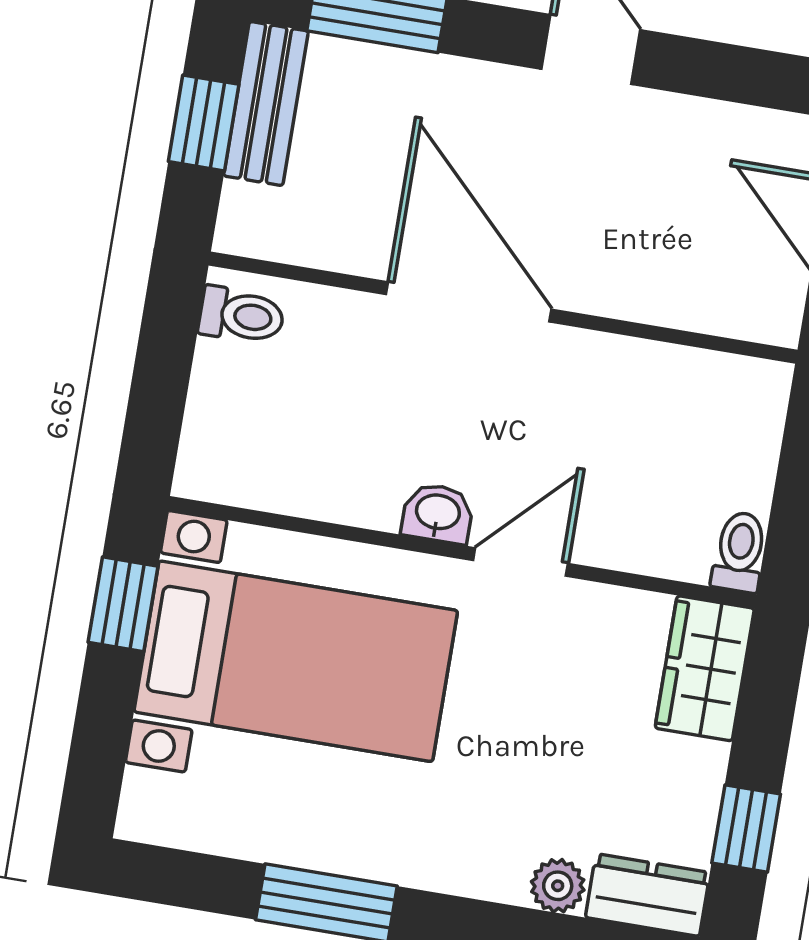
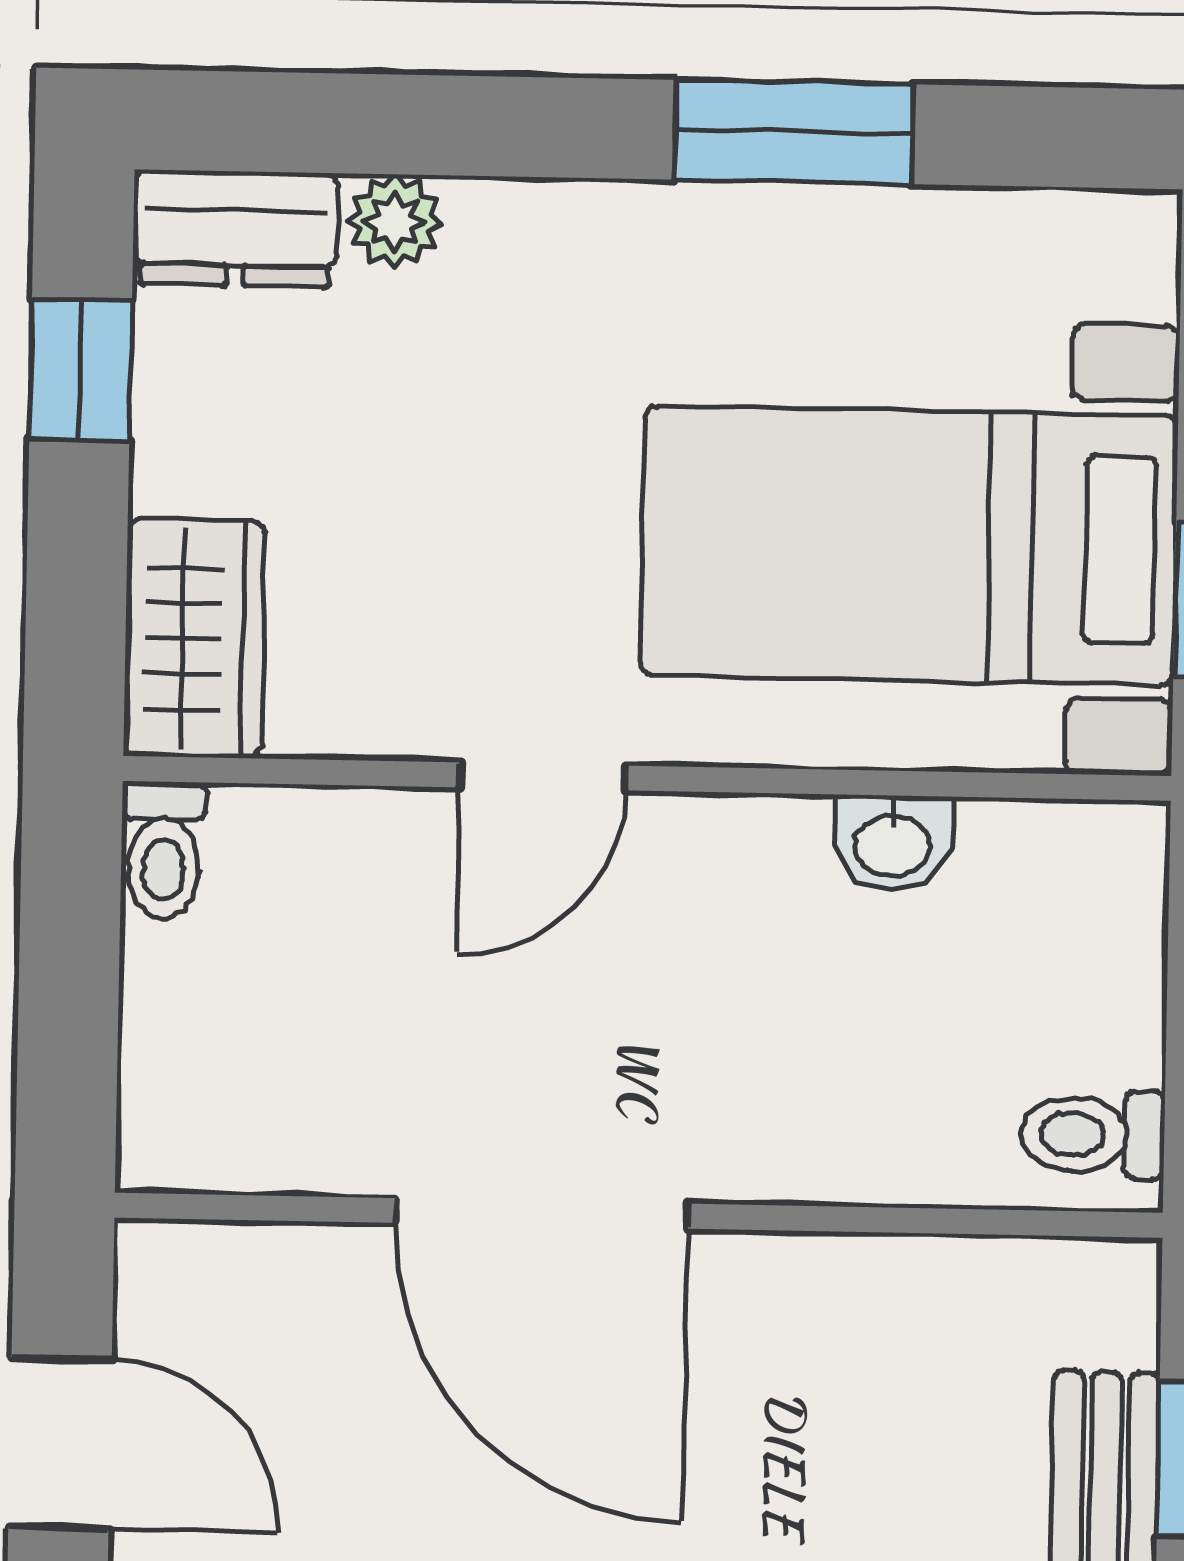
door: (469, 302) -> (542, 1213), moved
washbasin: (438, 513) -> (892, 843), moved

